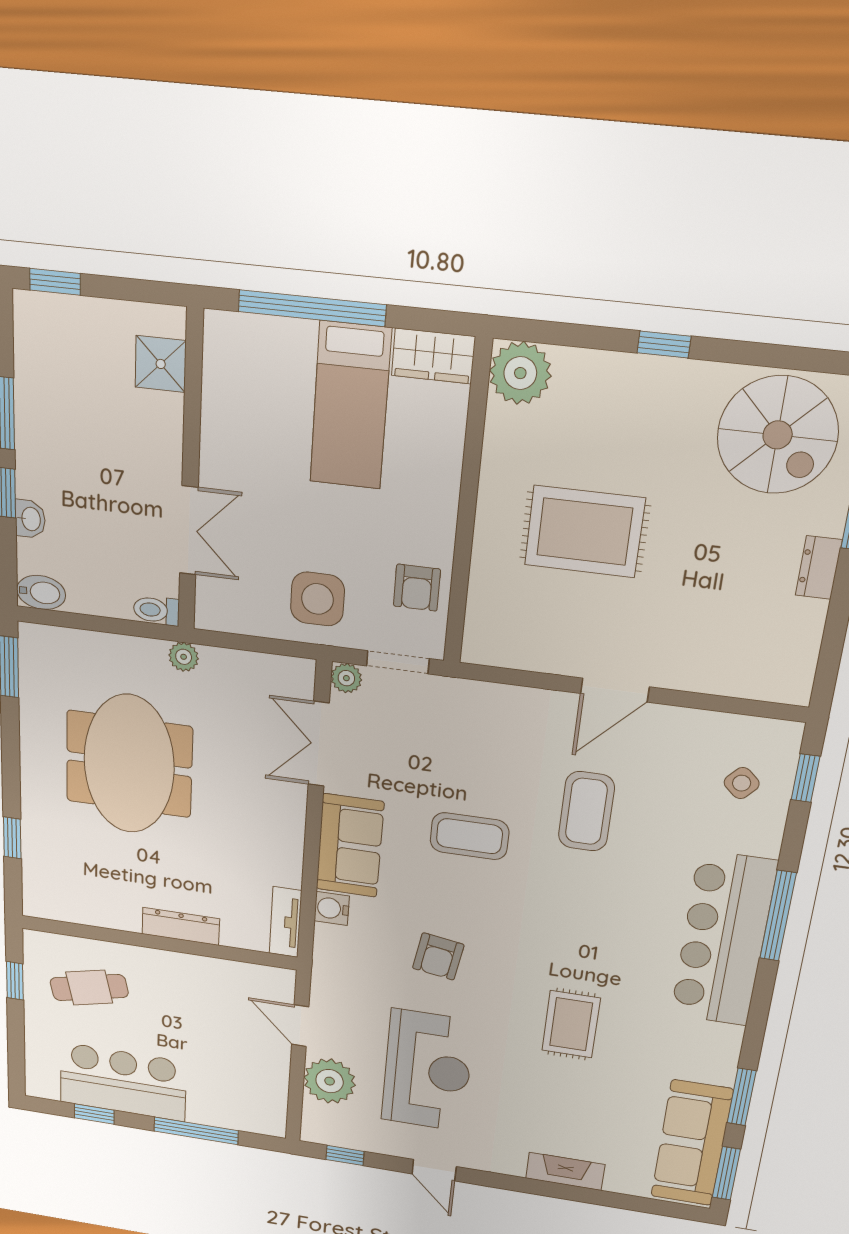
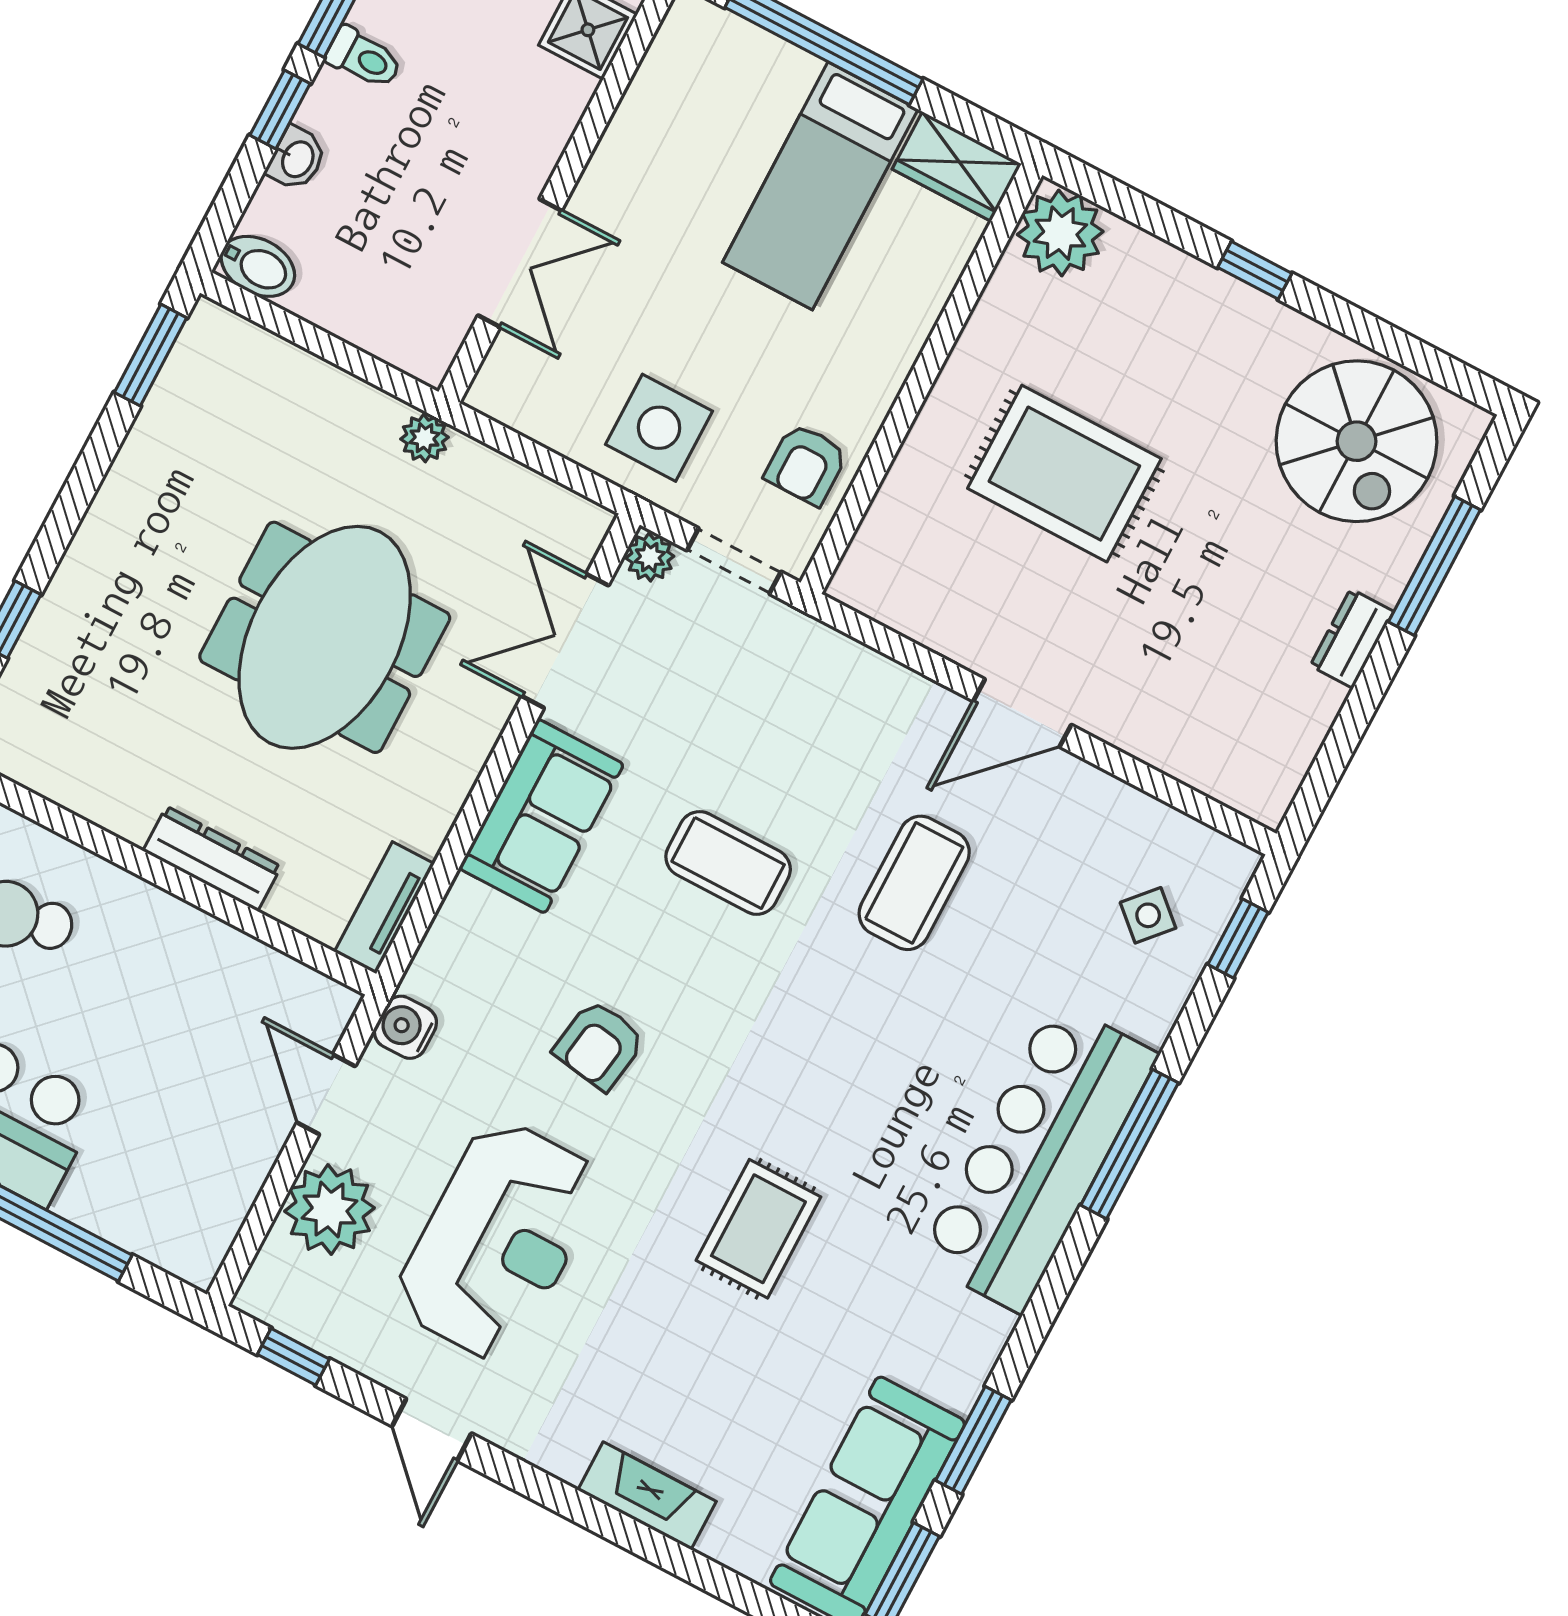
toilet: (156, 610) -> (364, 58), moved, turned 180
meeting table: (129, 764) -> (325, 637), moved
water cooler: (332, 908) -> (405, 1027), moved

